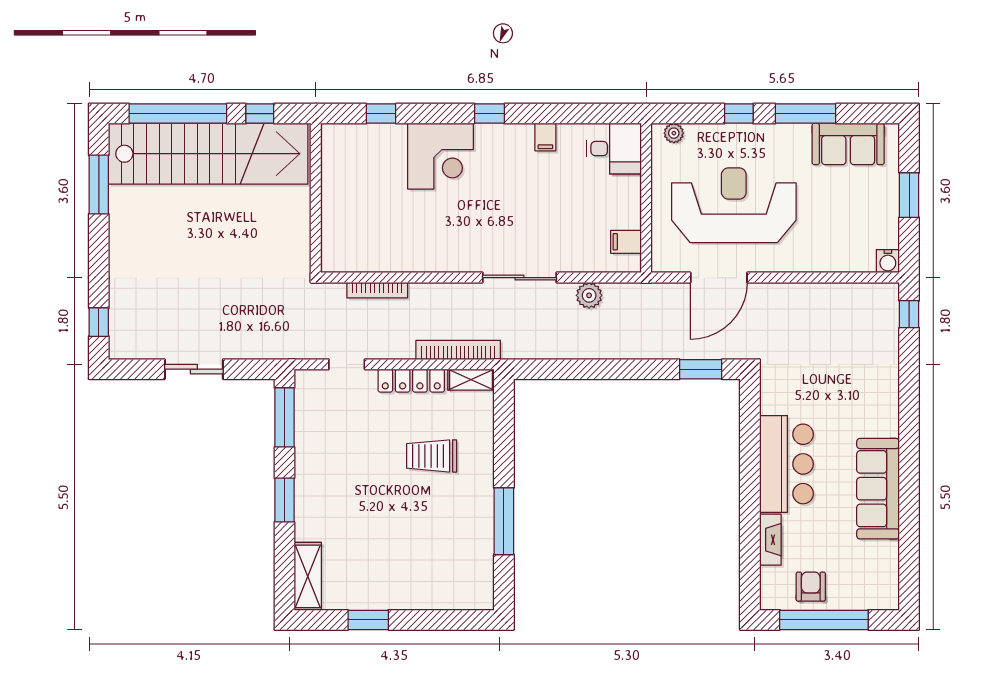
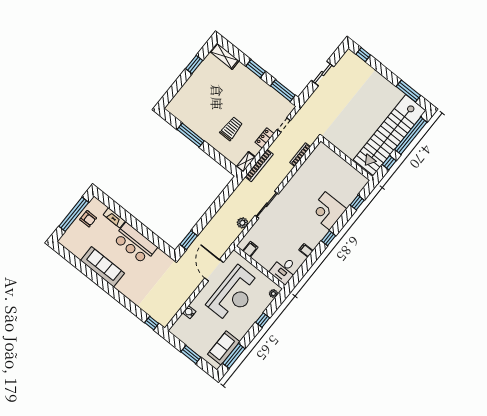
window: (806, 114) -> (234, 356), moved
water cooler: (888, 261) -> (189, 312), moved
locker: (411, 381) -> (265, 138), width x0.66

